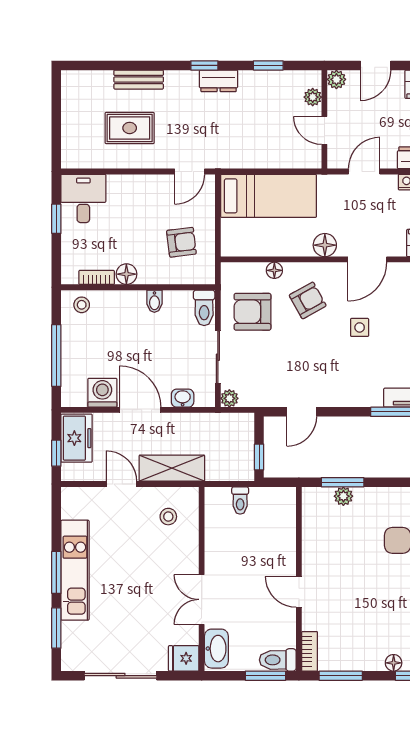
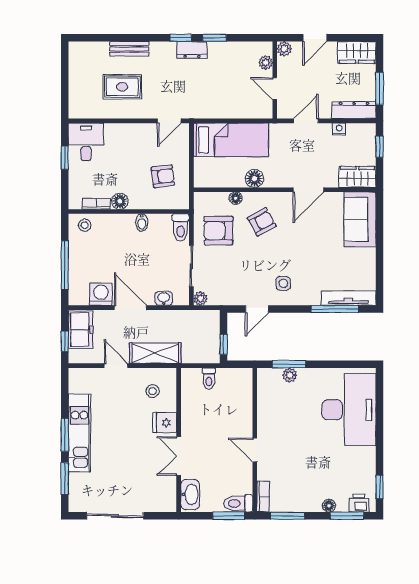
window: (268, 65) -> (215, 38), moved
floor lamp: (325, 245) -> (254, 178), moved
side table: (360, 327) -> (283, 283), moved
fridge: (184, 658) -> (165, 423), moved

